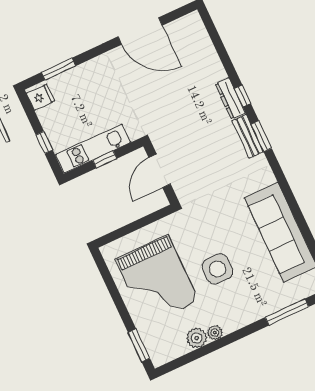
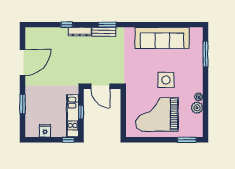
window: (59, 69) -> (23, 104), moved
window: (242, 96) -> (67, 25), moved
fridge: (40, 97) -> (45, 131), moved
window: (44, 142) -> (68, 140), moved
grand piano: (157, 280) -> (157, 114), turned 180

